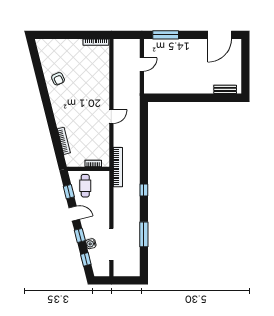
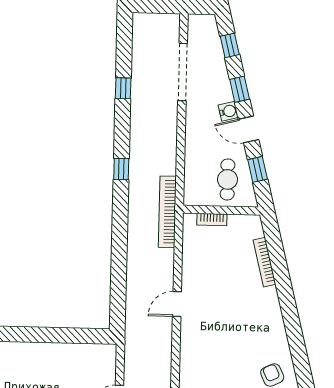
window: (144, 234) -> (123, 88), width x0.46
water cooler: (91, 244) -> (228, 111), moved

